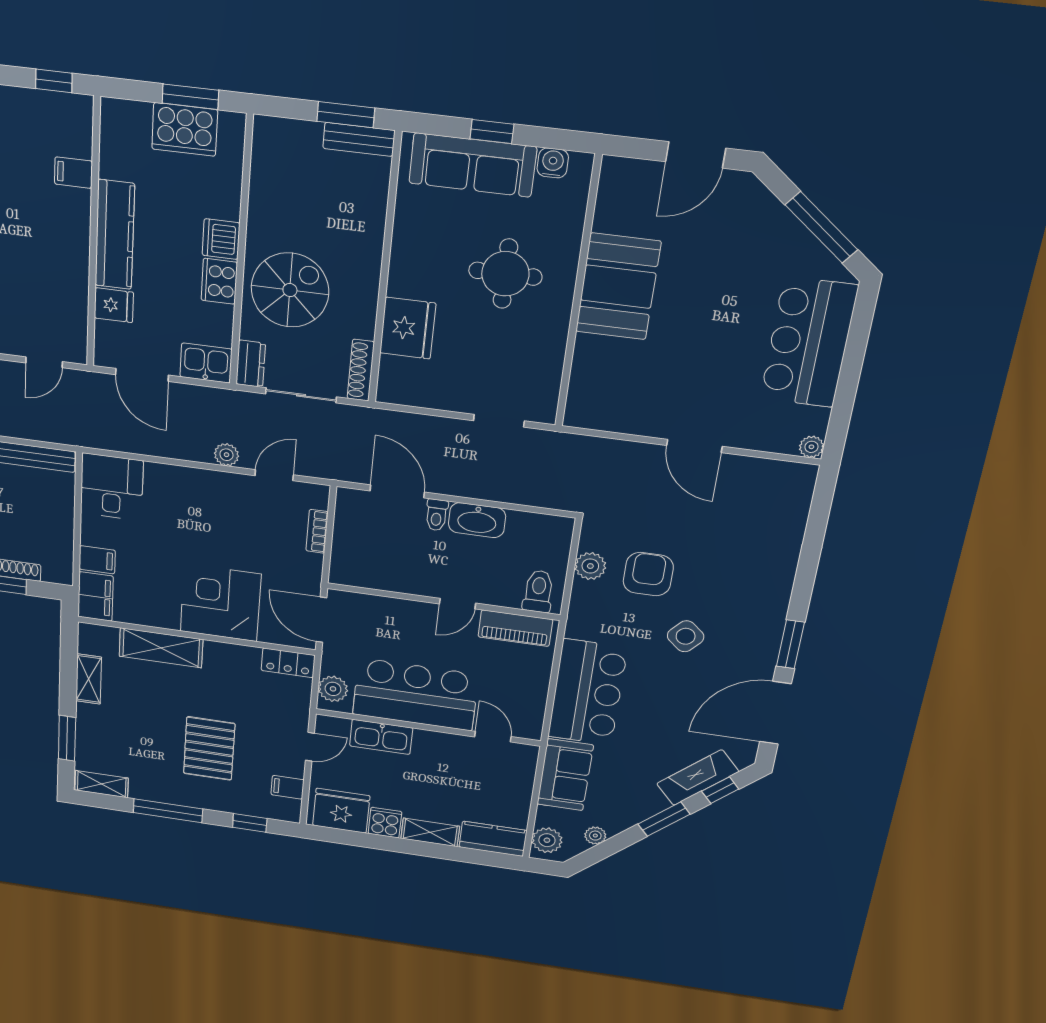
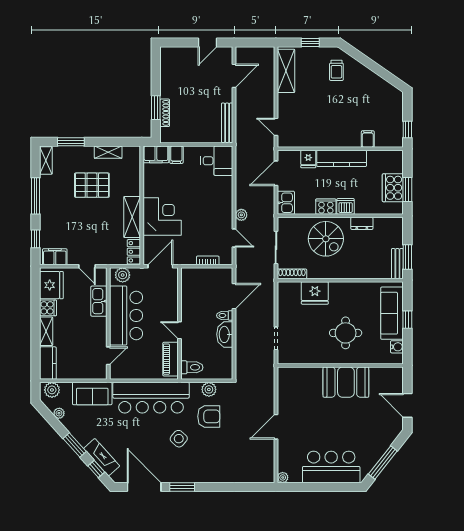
dresser: (251, 364) -> (362, 223), moved
shelving: (161, 648) -> (132, 217), moved
bar counter: (587, 692) -> (151, 398), width x1.36
pallet: (209, 749) -> (92, 185), moved
filing cabinet: (287, 787) -> (55, 257), width x2.00

